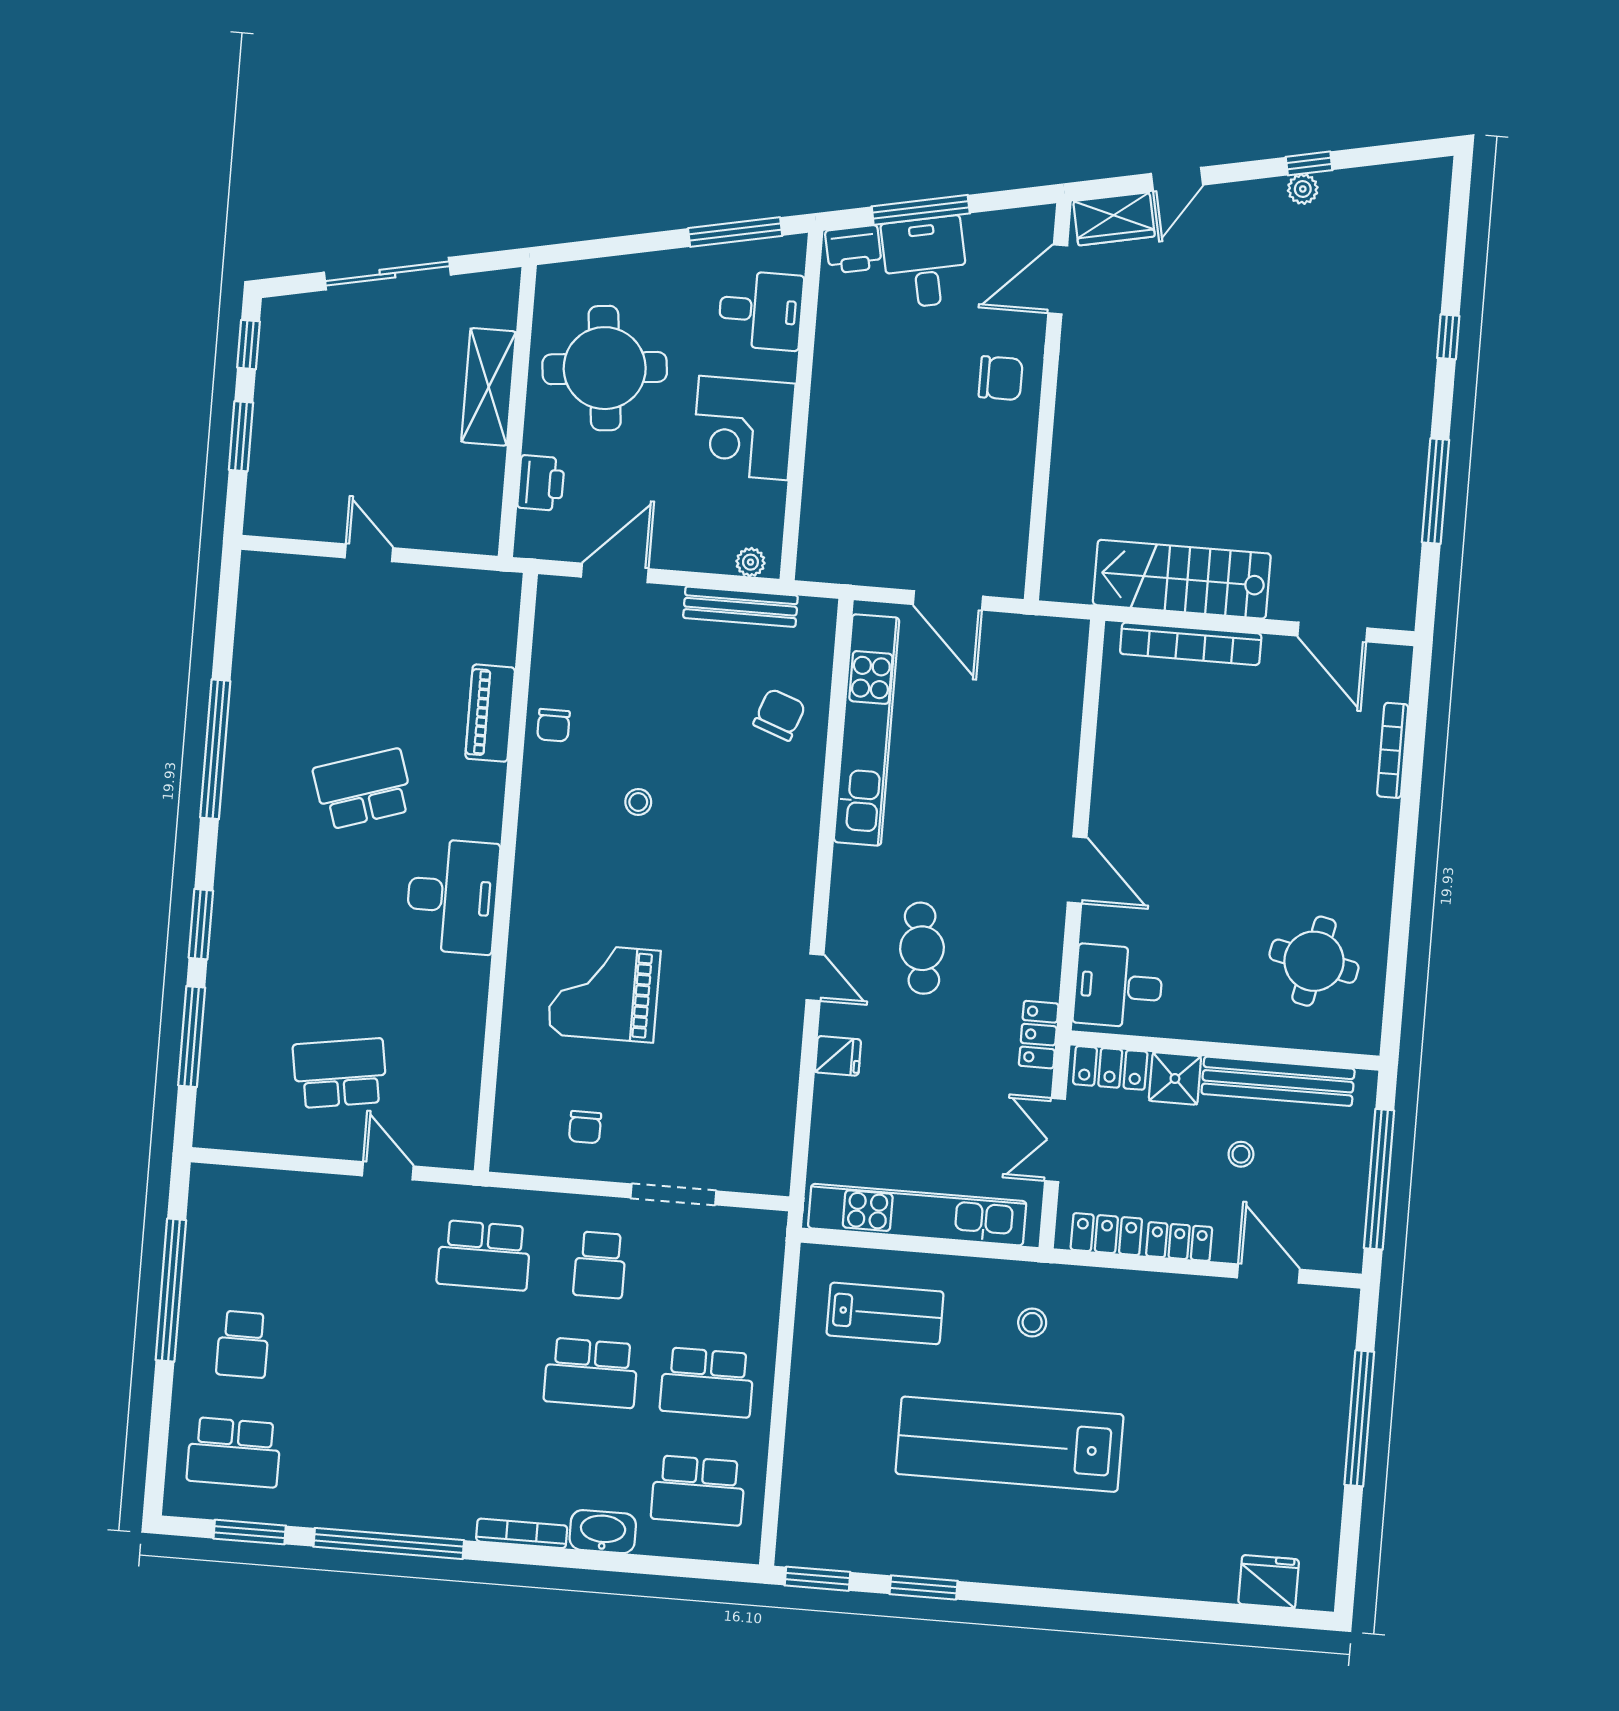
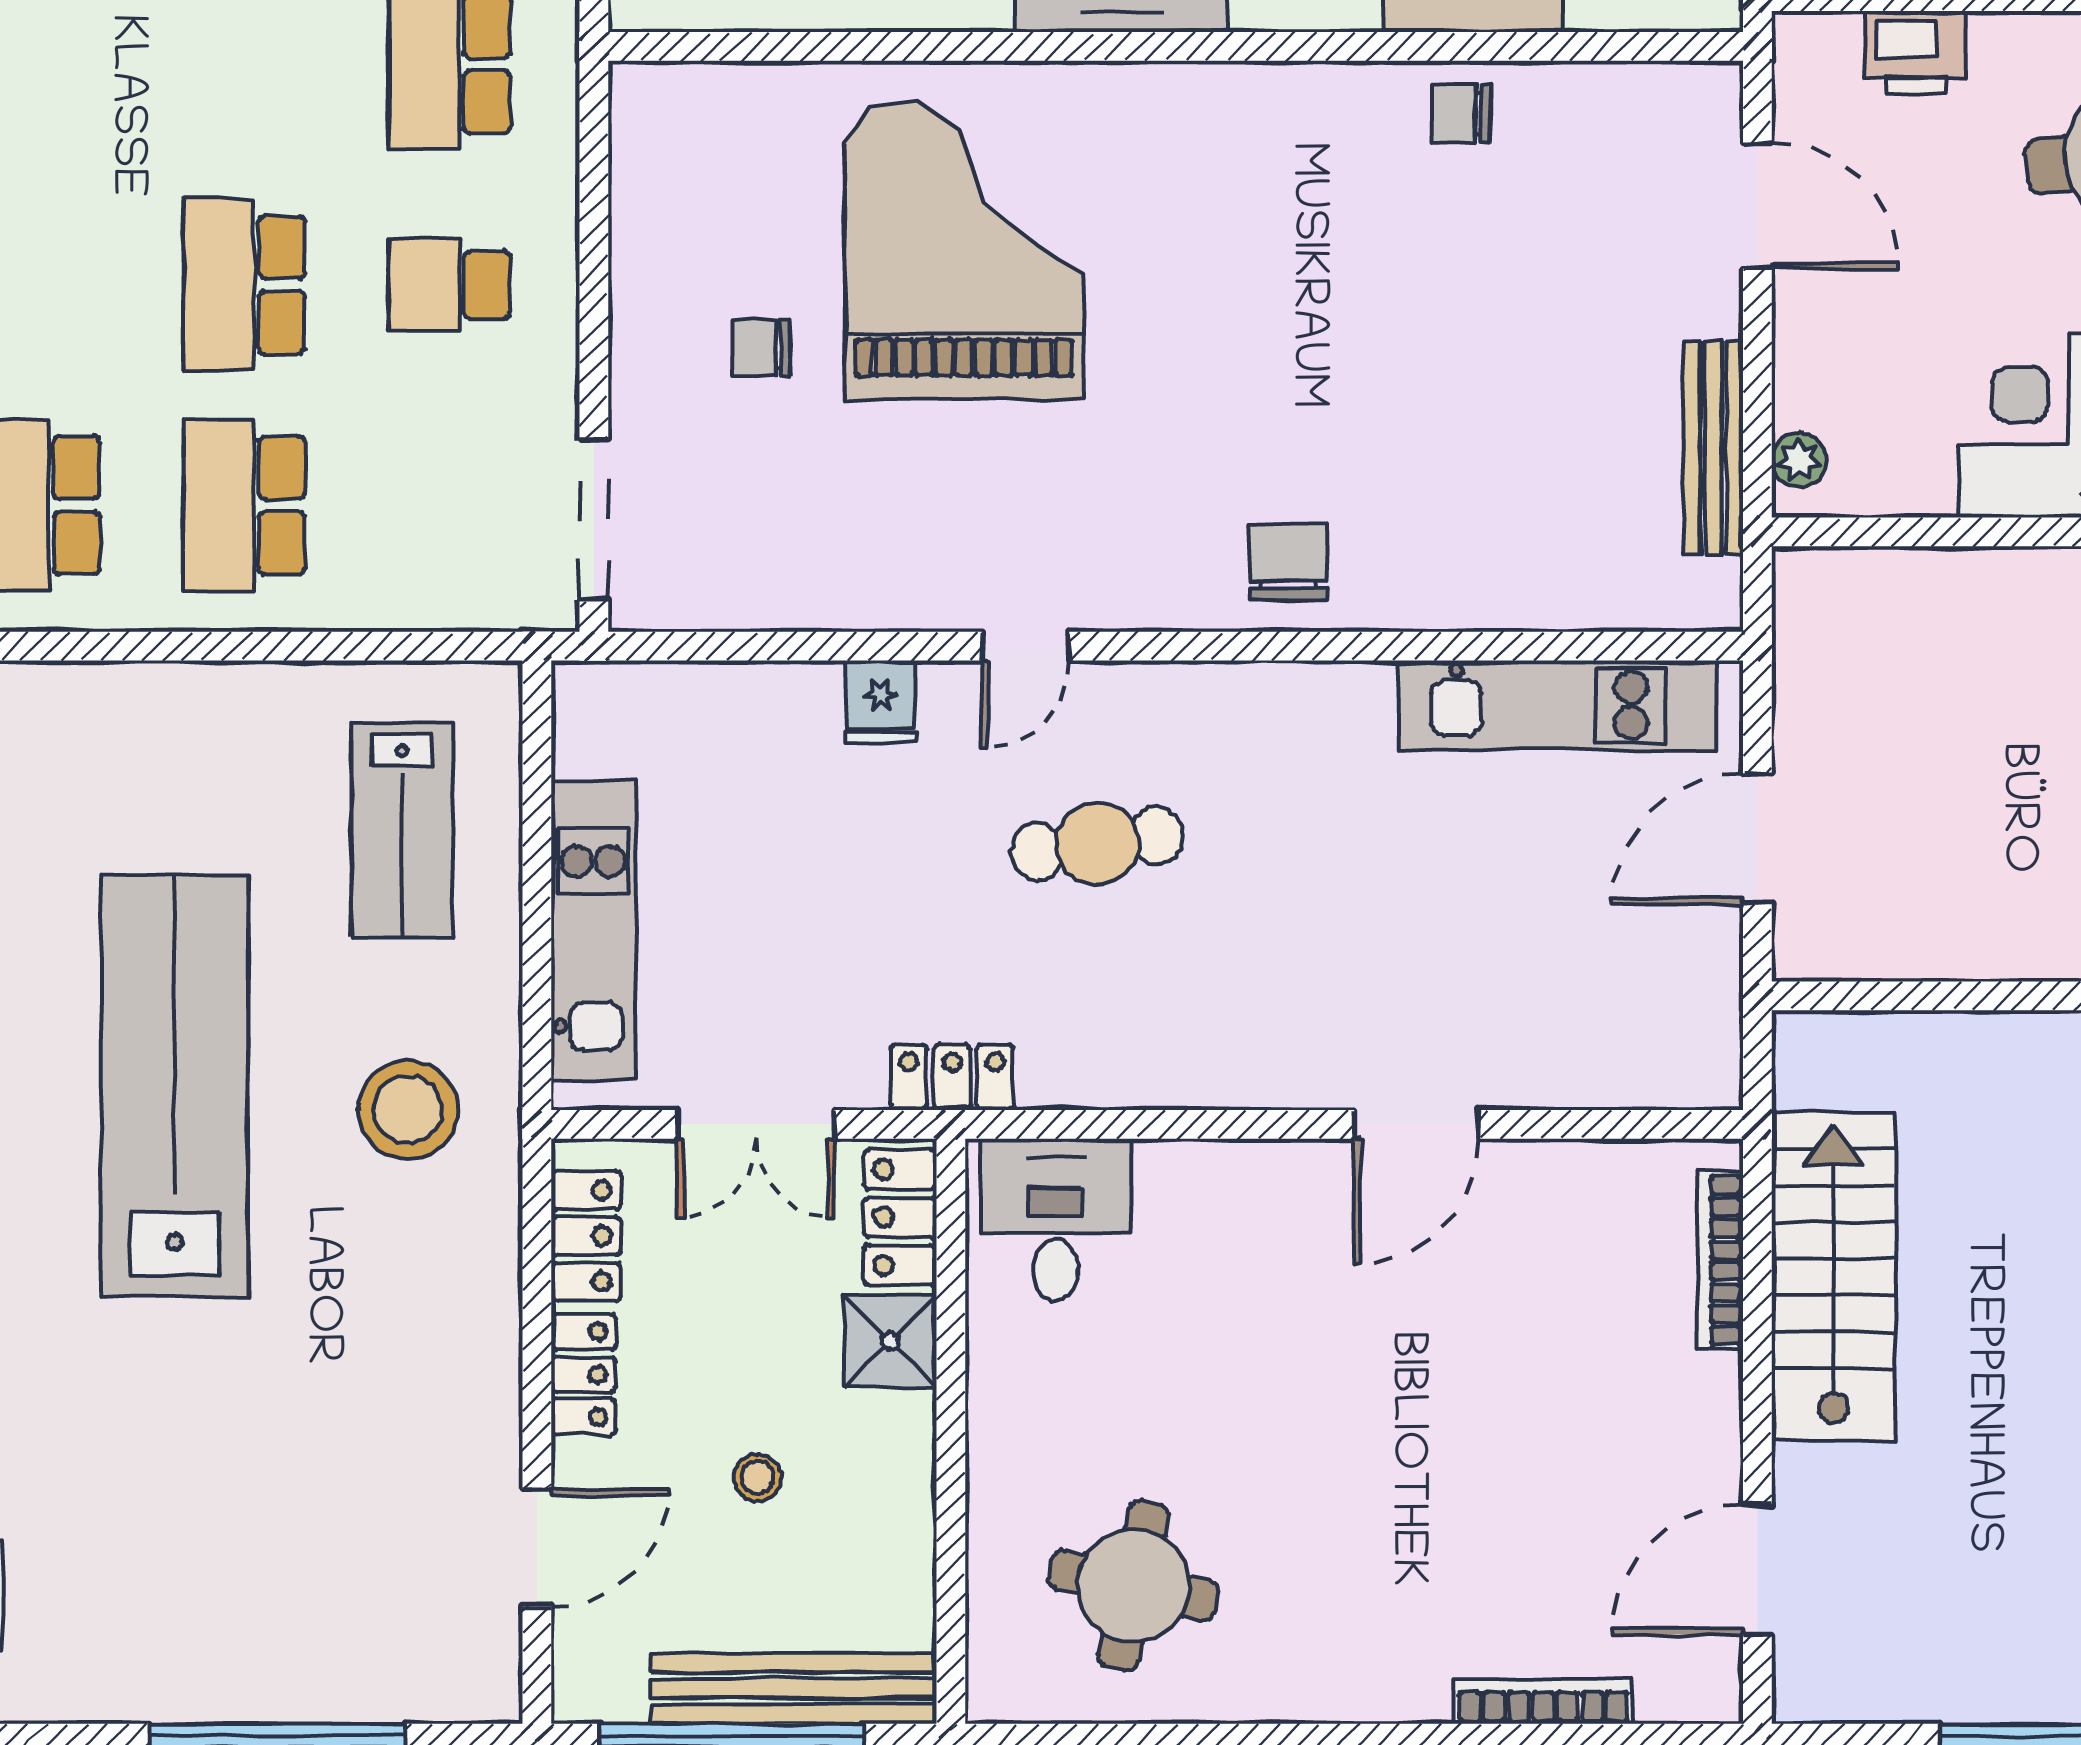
bookcase: (1191, 644) -> (1720, 1260), width x0.68, depth x0.76
chair: (779, 715) -> (1288, 562), moved, turned -110
kitchen unit: (867, 730) -> (1558, 705), width x0.73
stool: (638, 802) -> (1329, 285), removed
door: (1077, 870) -> (1417, 1124), moved
grand piano: (604, 992) -> (964, 250), width x1.37, depth x1.48
bench: (1278, 1081) -> (794, 1688), moved, turned 90
chair: (585, 1127) -> (761, 348), moved
double door: (1055, 1140) -> (756, 1124), swing flipped
doorway: (673, 1194) -> (594, 520), moved
kitchen unit: (917, 1215) -> (593, 930), width x0.73
stool: (1032, 1322) -> (408, 1110), width x1.89, depth x1.89

